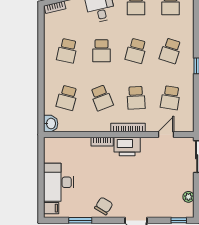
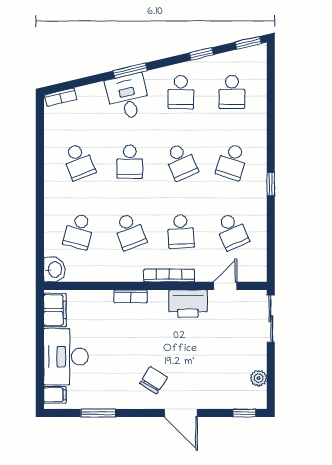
school desk: (67, 51) -> (79, 162), turned -33
school desk: (136, 51) -> (181, 162), turned -39
school desk: (170, 98) -> (232, 231), turned -33
printer: (127, 146) -> (188, 304), moved
filing cabinet: (51, 151) -> (55, 310), added
chair: (104, 206) -> (154, 380), moved

